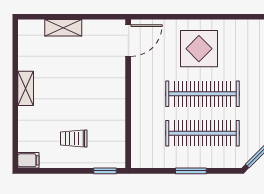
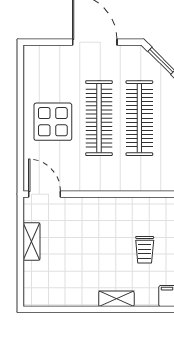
shelving: (63, 28) -> (31, 241), moved
shelving: (26, 88) -> (116, 299), moved

